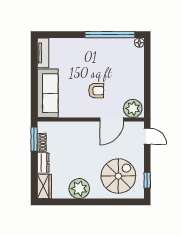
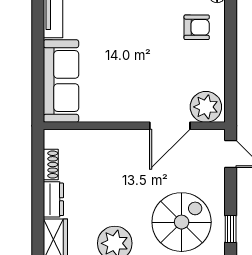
armchair: (96, 91) -> (197, 27), moved
window: (34, 139) -> (38, 159), removed

